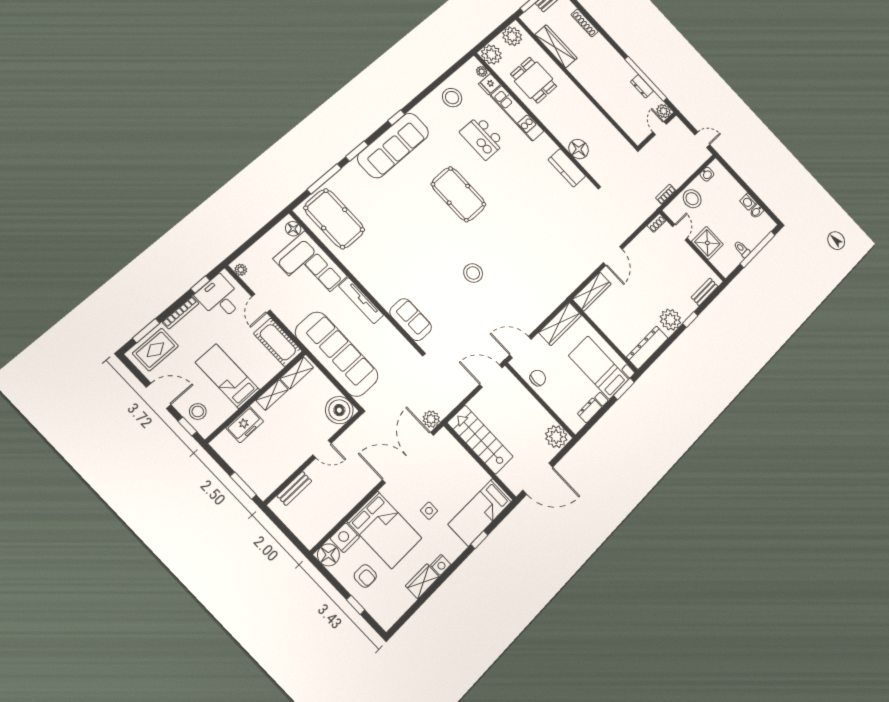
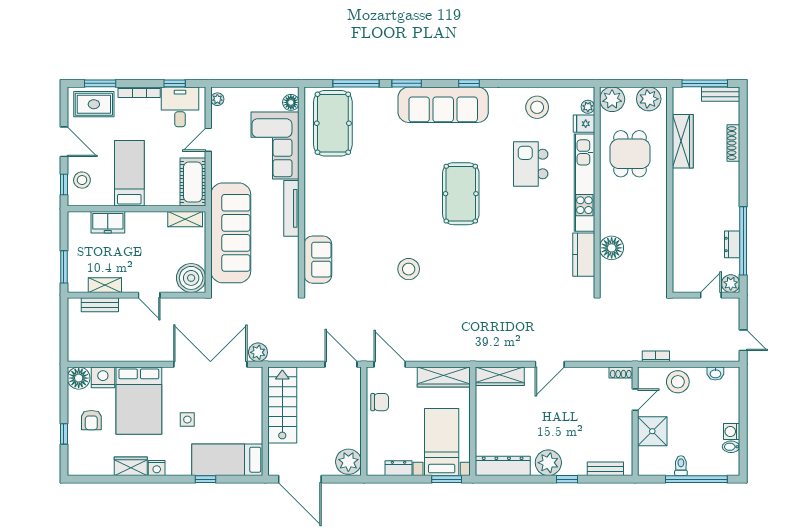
kitchen unit: (517, 113) -> (584, 183), width x1.36
shelving: (272, 395) -> (105, 285), moved

